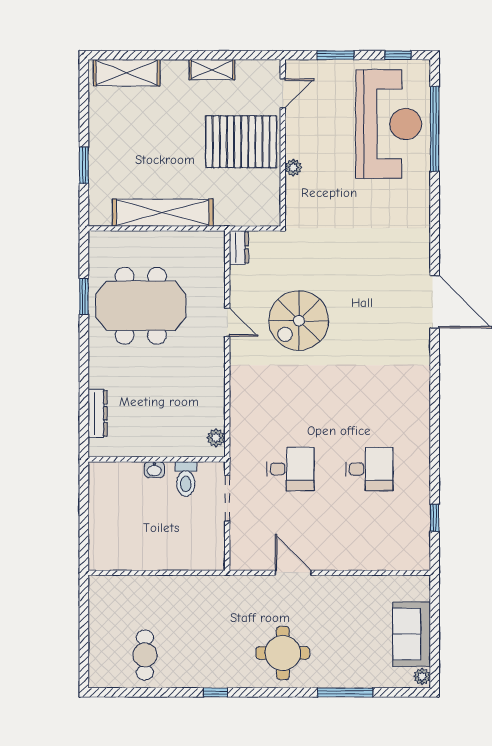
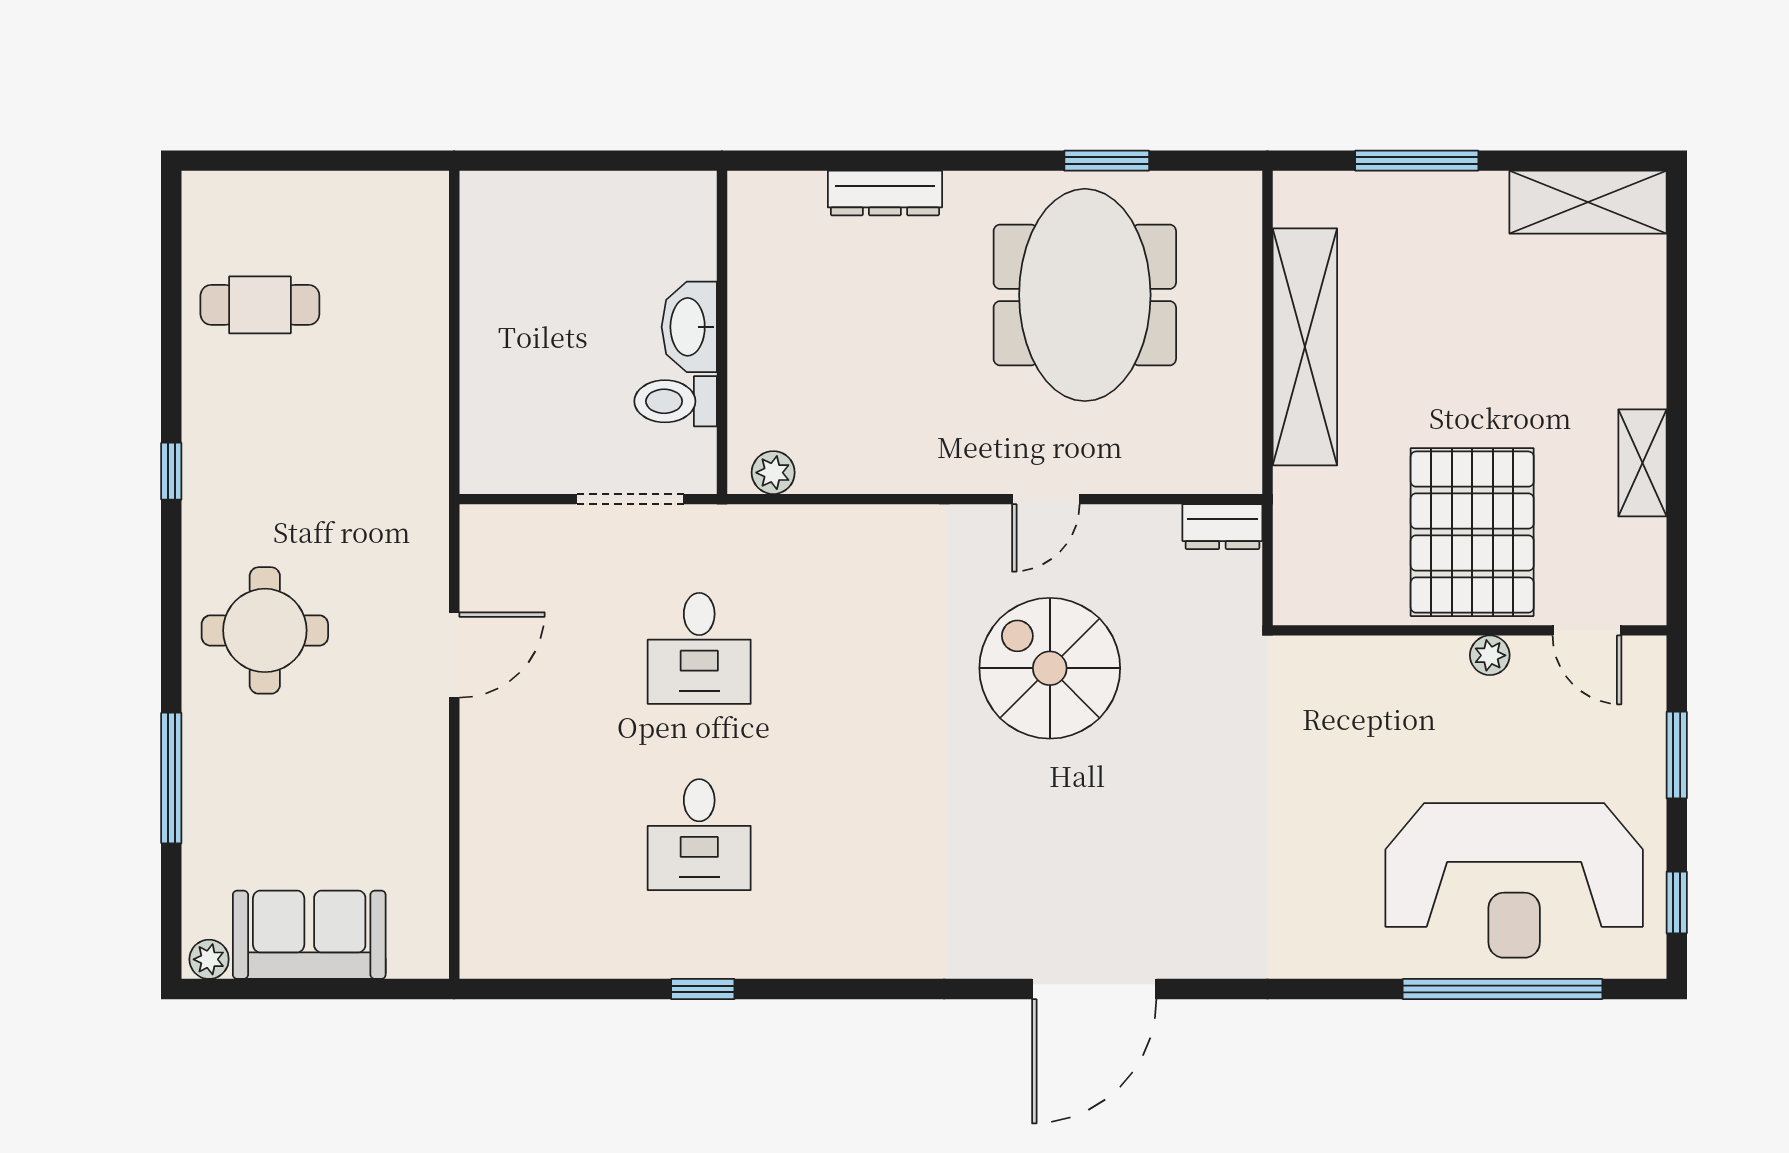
shelving: (127, 73) -> (1588, 202), moved, turned 90
window: (84, 165) -> (1417, 161), width x1.44
plant: (293, 168) -> (1490, 655), moved
dresser: (98, 413) -> (885, 193), moved
washbasin: (154, 470) -> (689, 327), width x1.91, depth x1.45
window: (435, 518) -> (703, 989), moved

